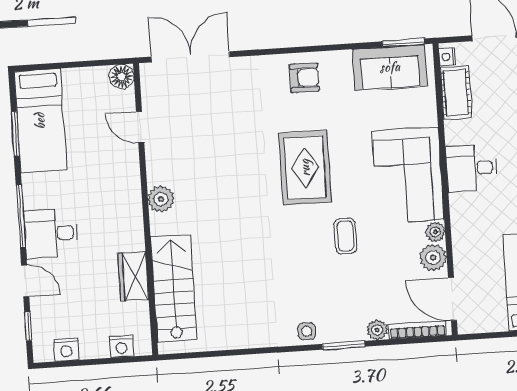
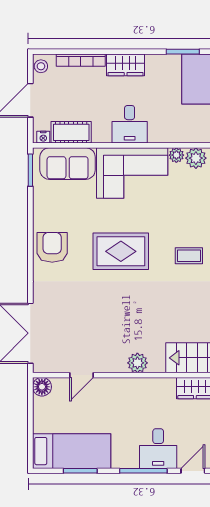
sofa: (390, 67) -> (68, 164), moved, turned 90
armchair: (304, 78) -> (52, 247), width x1.38, depth x1.38
coffee table: (345, 236) -> (189, 256), moved

